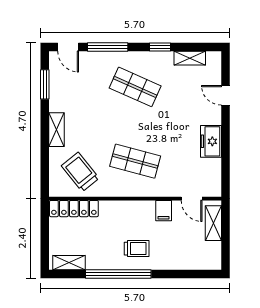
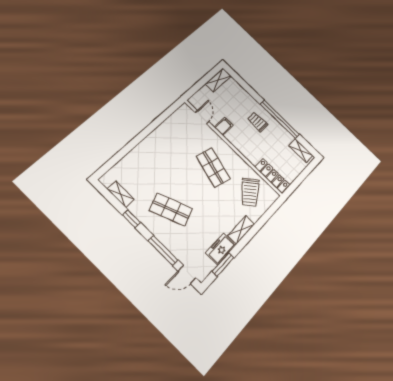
door: (68, 47) -> (187, 274), swing flipped
shop shelf: (135, 87) -> (171, 209), turned -45
door: (225, 95) -> (123, 152), removed
freezer: (211, 141) -> (221, 249), moved, turned 180
shelving: (213, 223) -> (218, 80), moved

